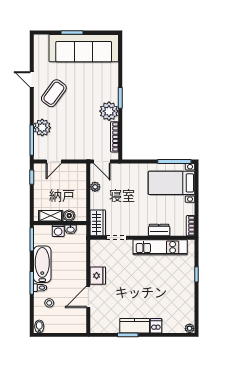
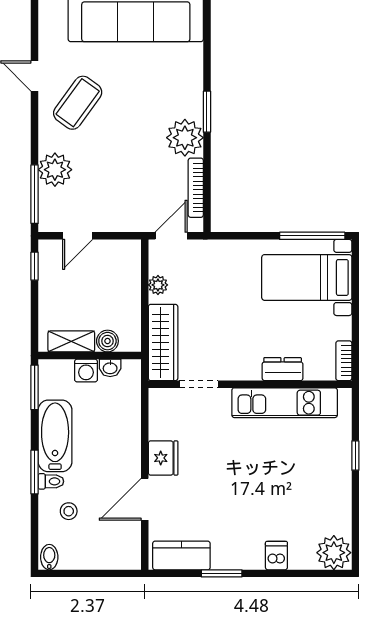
door: (102, 162) -> (171, 236), swing flipped
wardrobe: (98, 223) -> (163, 342), width x1.50
kitchen counter: (135, 326) -> (181, 555), moved
plant: (190, 328) -> (334, 553), width x1.87, depth x1.87

